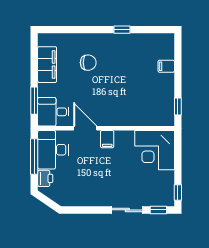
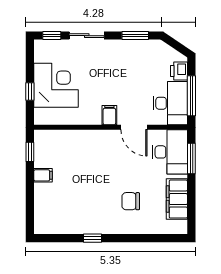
filing cabinet: (166, 66) -> (43, 175), moved
desk: (53, 112) -> (170, 152), width x1.37
corner desk: (155, 150) -> (56, 85), moved
window: (178, 192) -> (30, 92), moved
window: (84, 210) -> (135, 36), added

